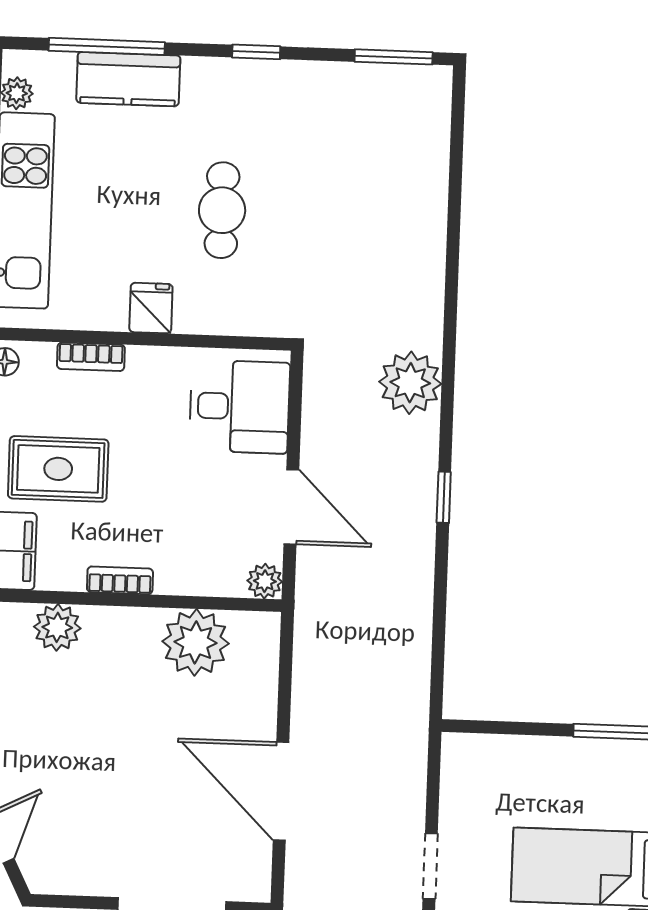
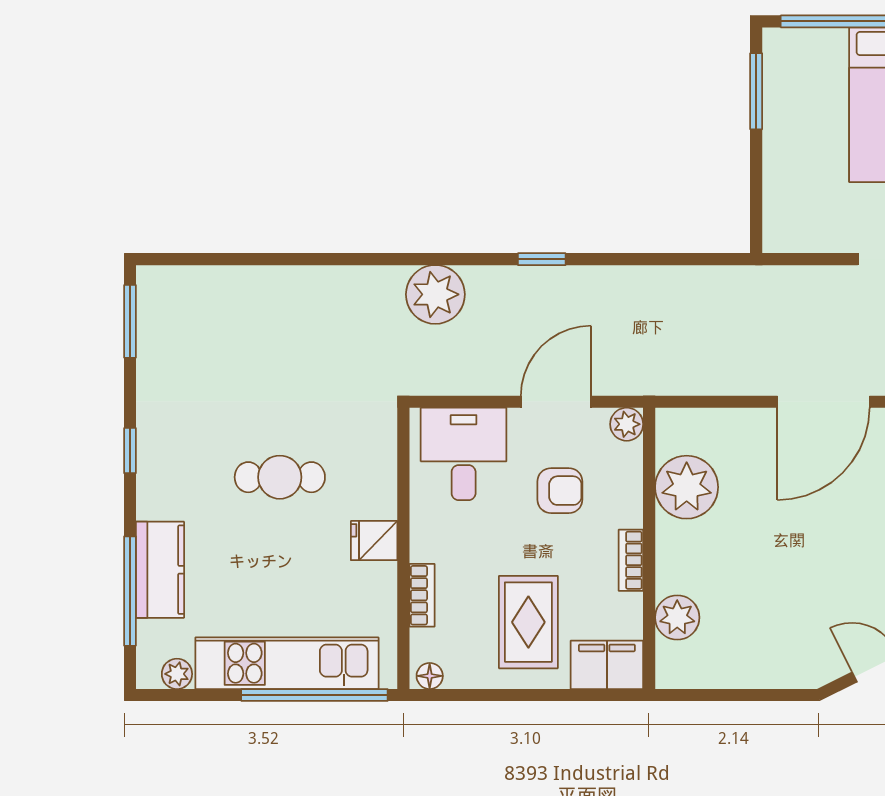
armchair: (197, 508) -> (560, 491), added

